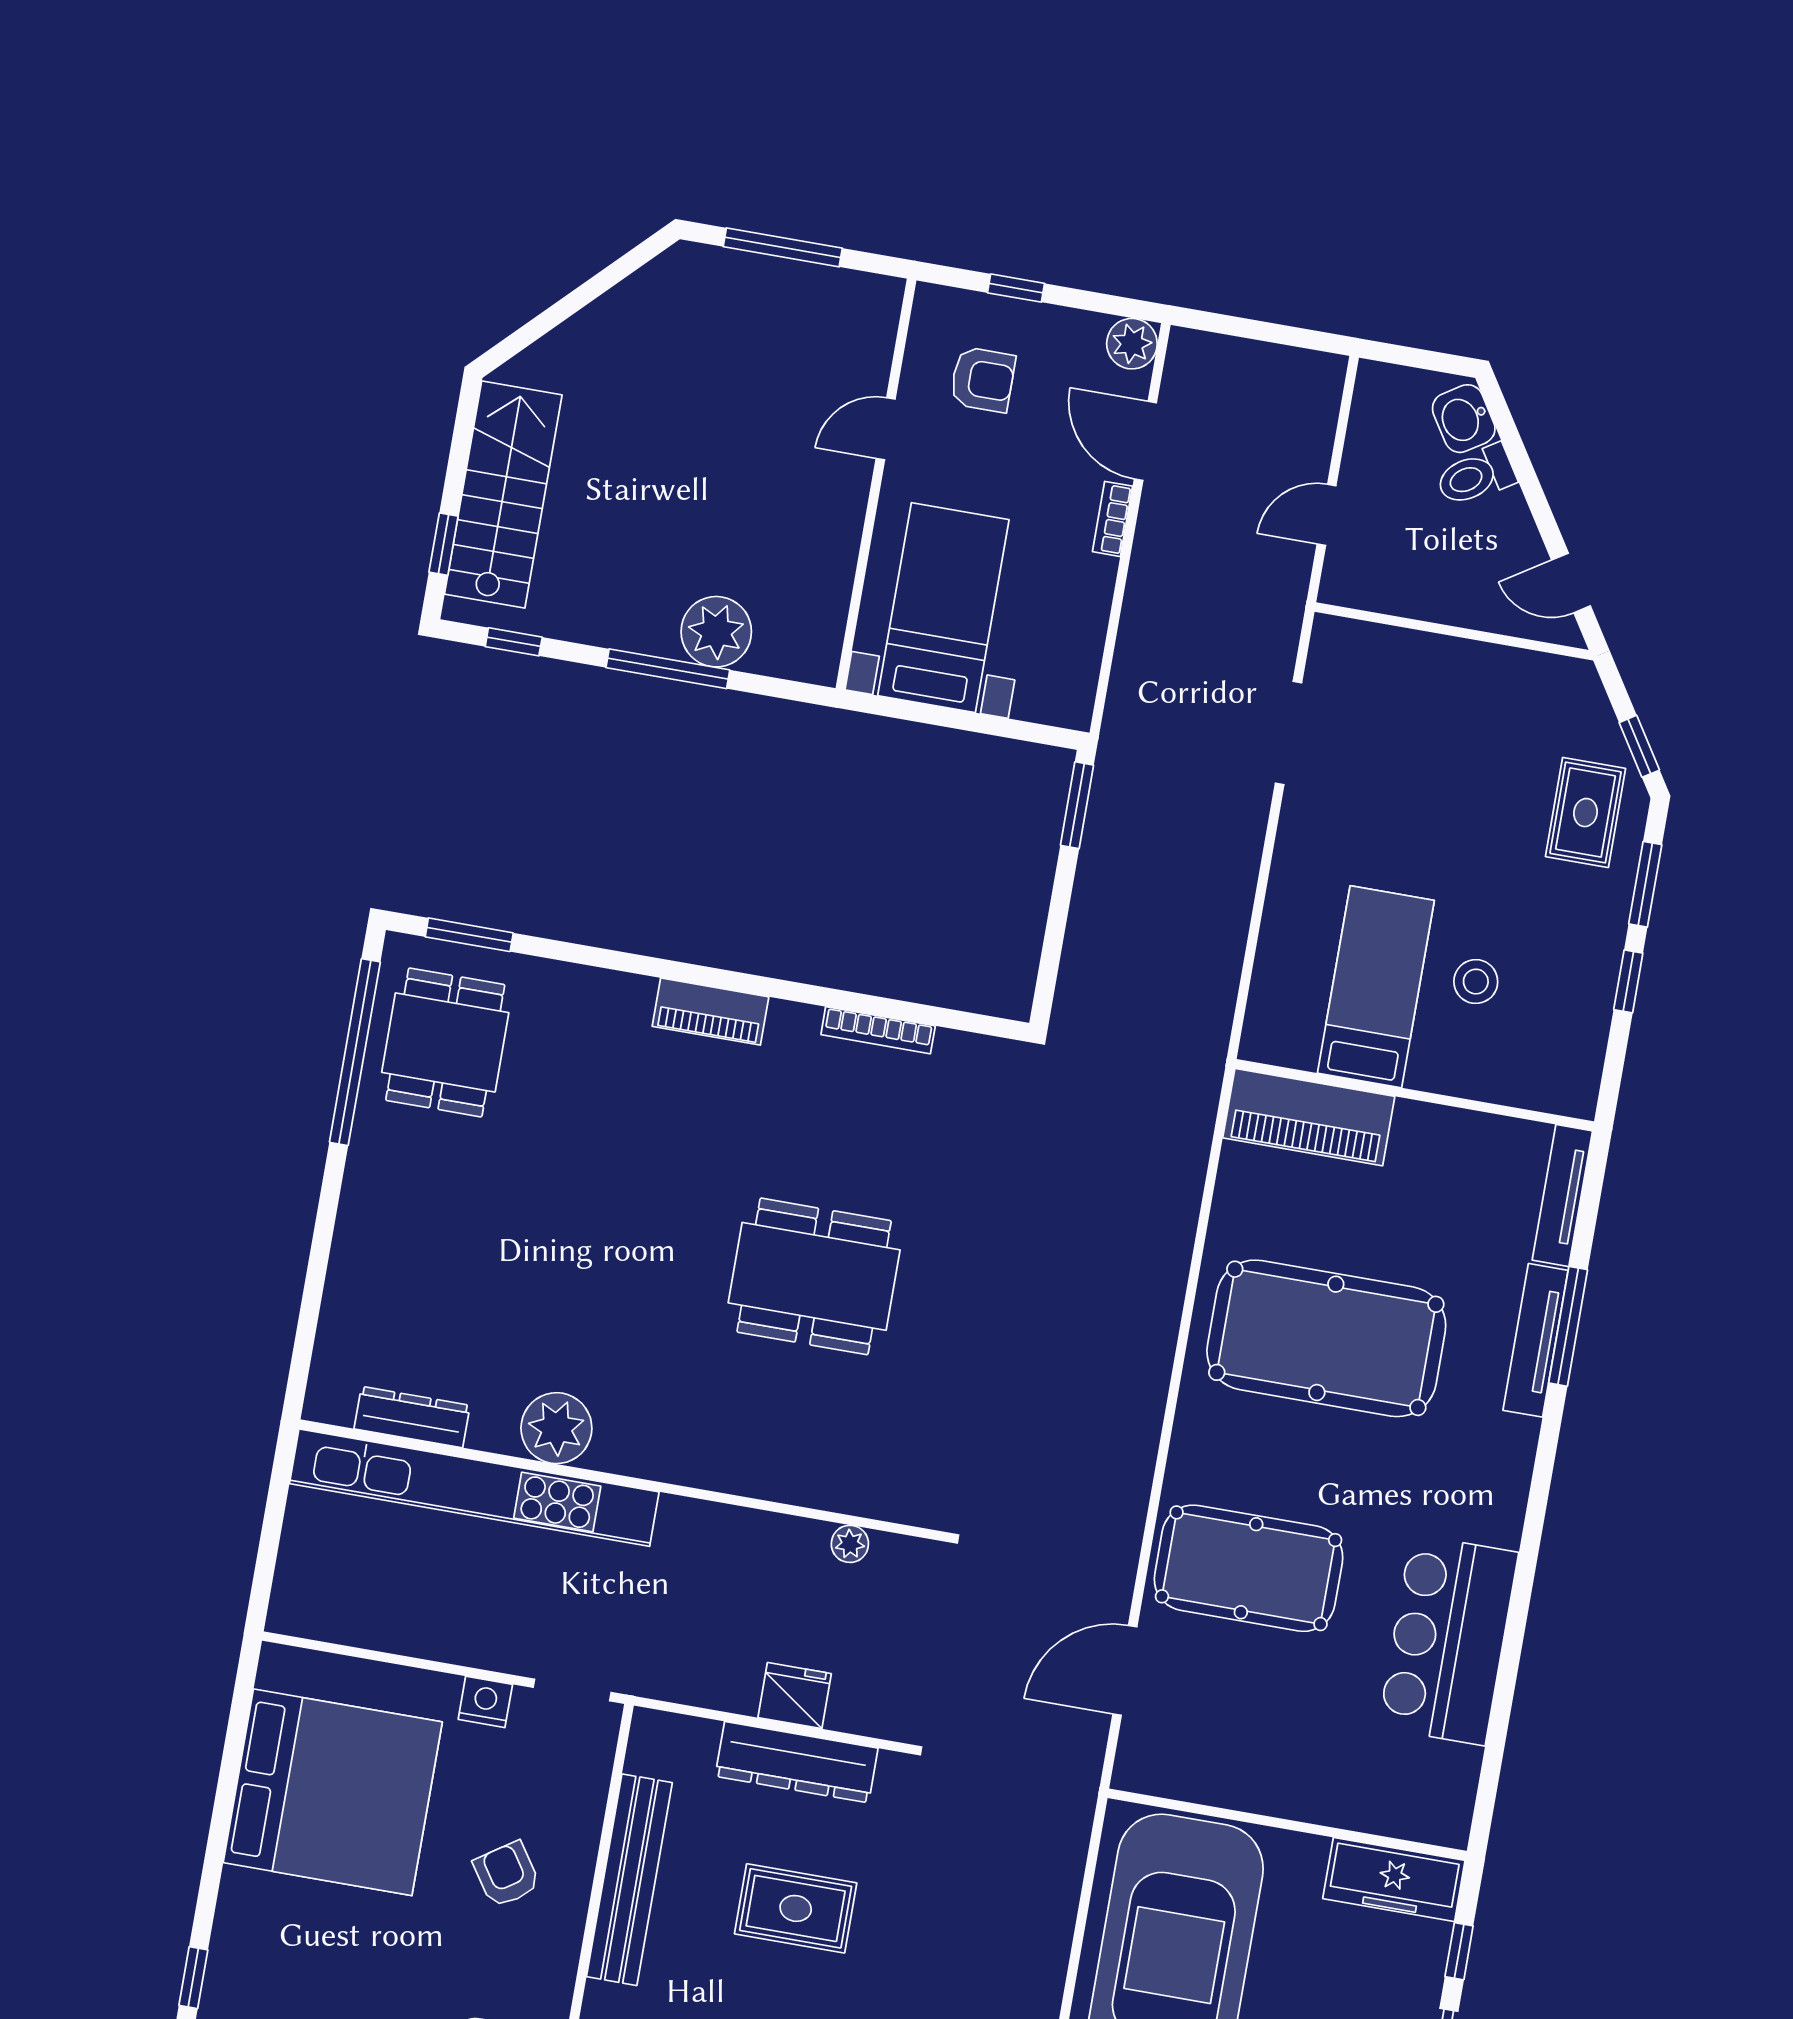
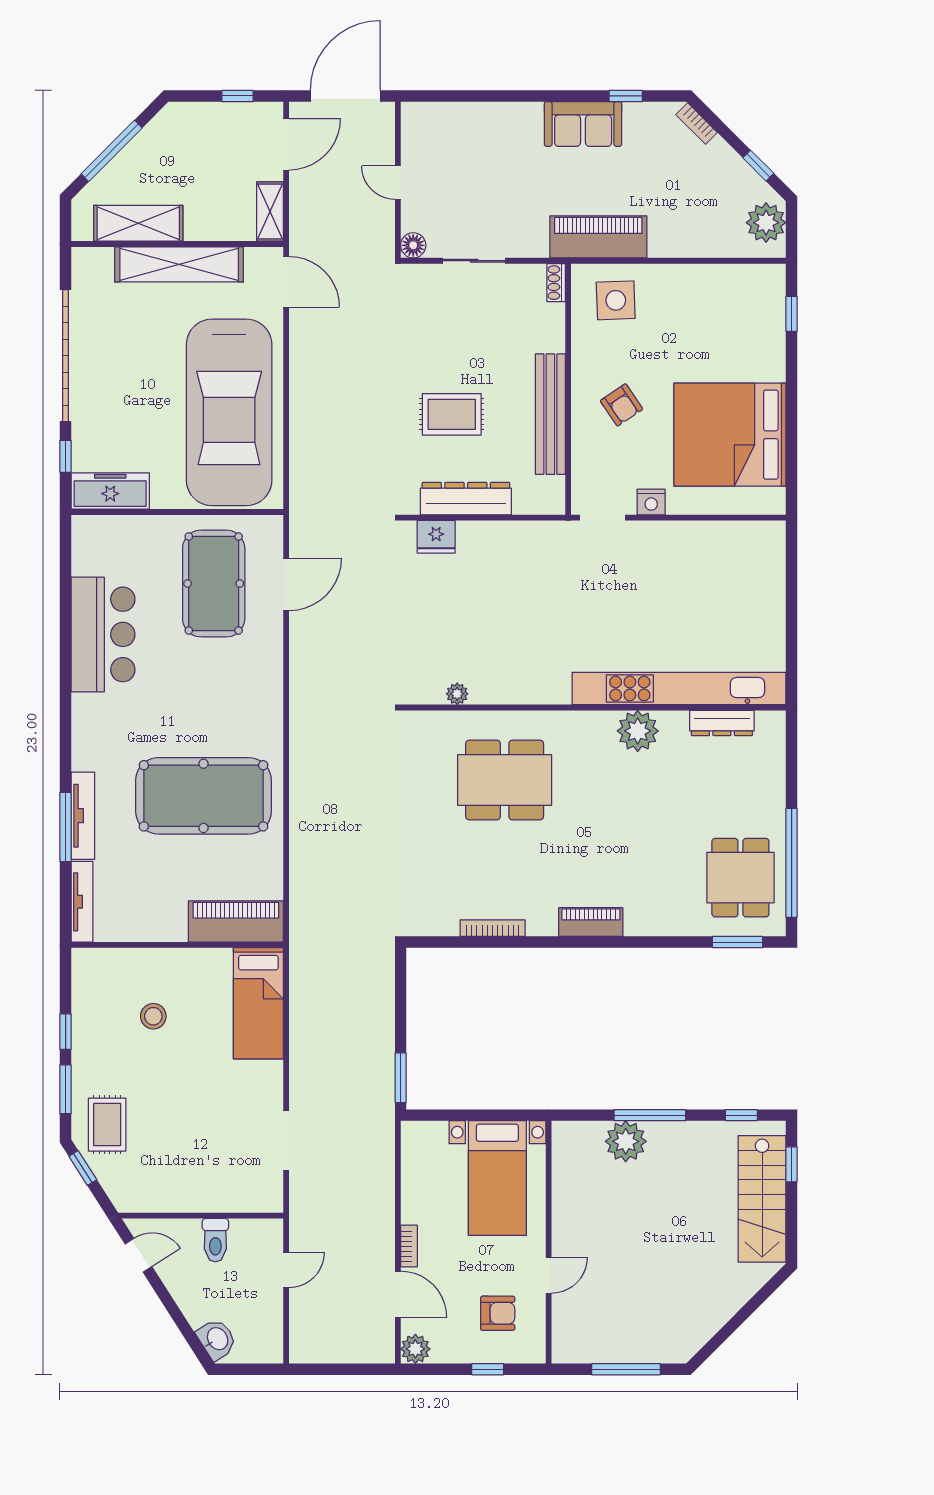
armchair: (983, 380) -> (498, 1313), turned 180
toilet: (1476, 476) -> (215, 1240), moved, turned 123
bed: (1376, 987) -> (258, 1003), moved
dresser: (412, 1417) -> (722, 723), moved
plant: (556, 1428) -> (638, 731), moved
wall: (624, 1481) -> (593, 707), moved
kitchen unit: (474, 1488) -> (679, 688), moved
plant: (850, 1544) -> (457, 694), moved
pool table: (1249, 1568) -> (214, 584), moved, turned 90
fridge: (795, 1696) -> (436, 537), moved

